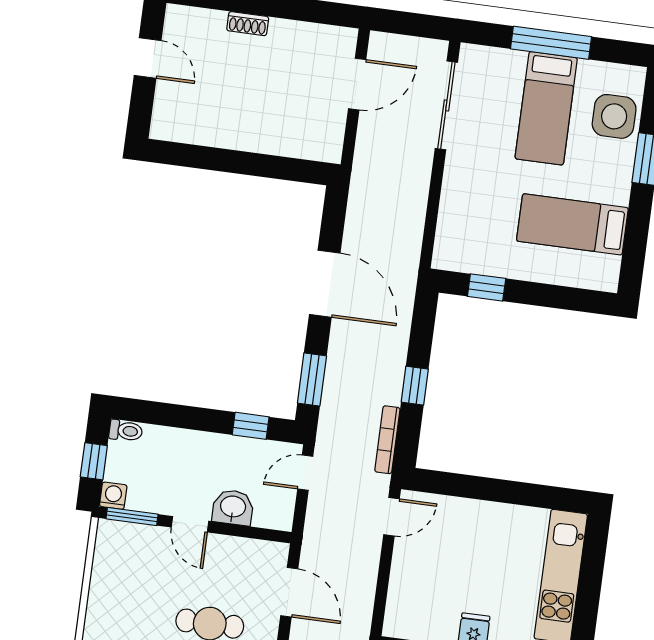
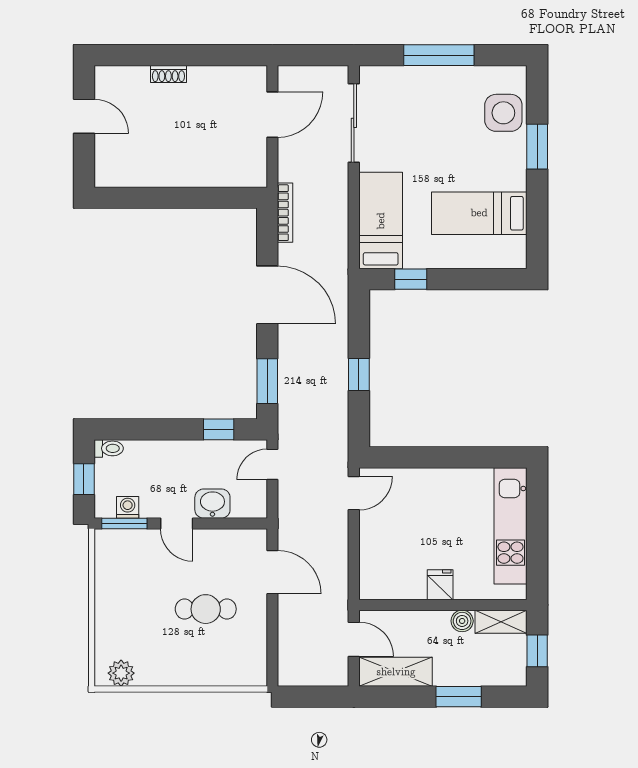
bed: (546, 108) -> (381, 221), moved, turned 180
bookcase: (387, 440) -> (285, 213), moved, turned 180
washing machine: (113, 496) -> (128, 507), moved

